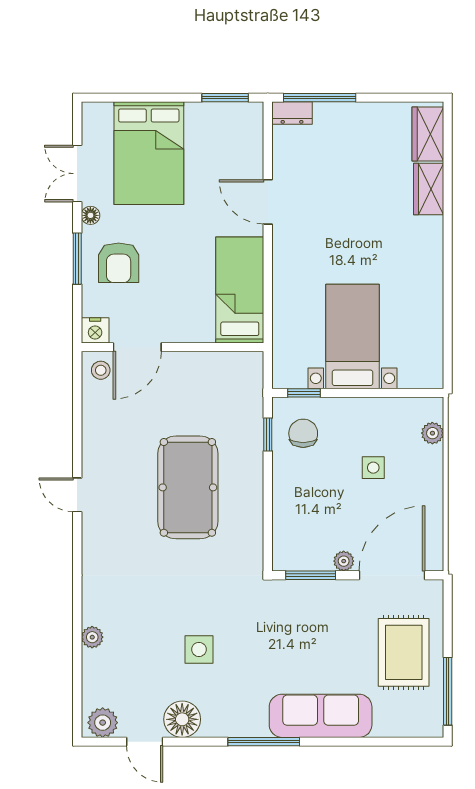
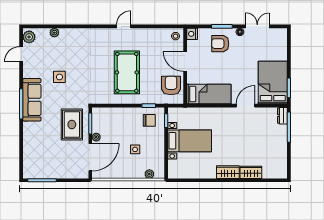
wardrobe: (428, 134) -> (228, 172), moved
bed: (149, 153) -> (273, 83), moved, turned 90
door: (137, 347) -> (185, 61), moved
armchair: (219, 381) -> (171, 85), added
pool table: (188, 487) -> (127, 72), turned 90
door: (392, 575) -> (90, 157), hinge flipped
plant: (92, 637) -> (54, 33), moved
rug: (404, 652) -> (72, 125), moved, turned 90
sofa: (321, 716) -> (32, 100), moved
floor lamp: (182, 719) -> (30, 70), removed

